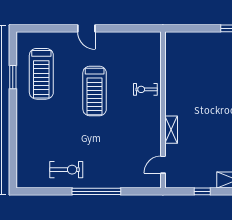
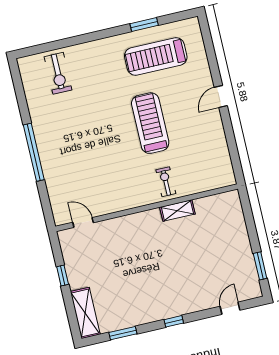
treadmill: (95, 91) -> (150, 123), turned 90
shelving: (171, 130) -> (177, 211), moved
exercise bike: (66, 170) -> (58, 73), moved

